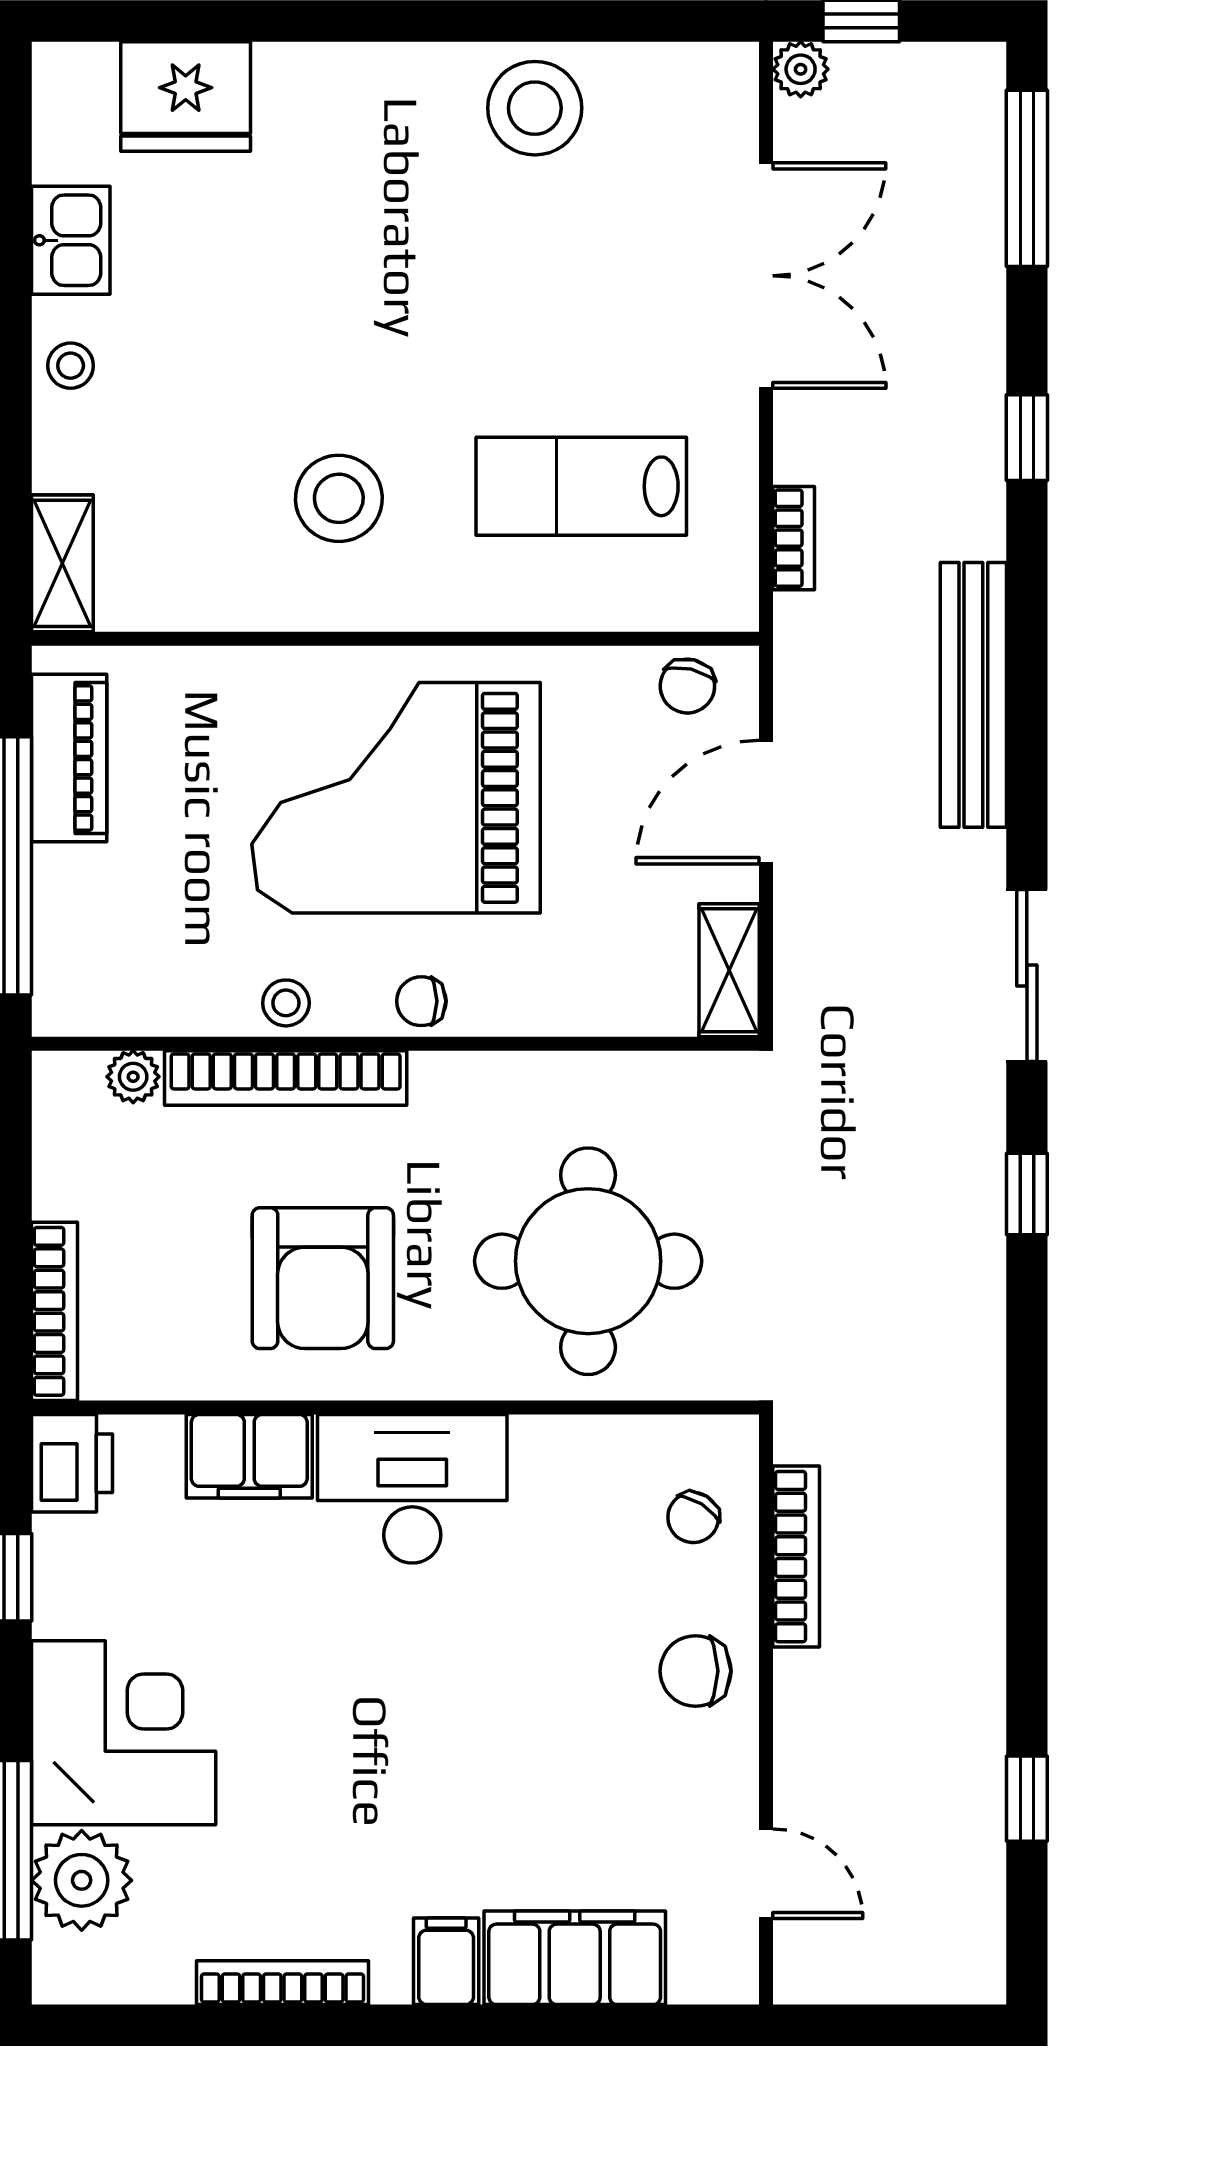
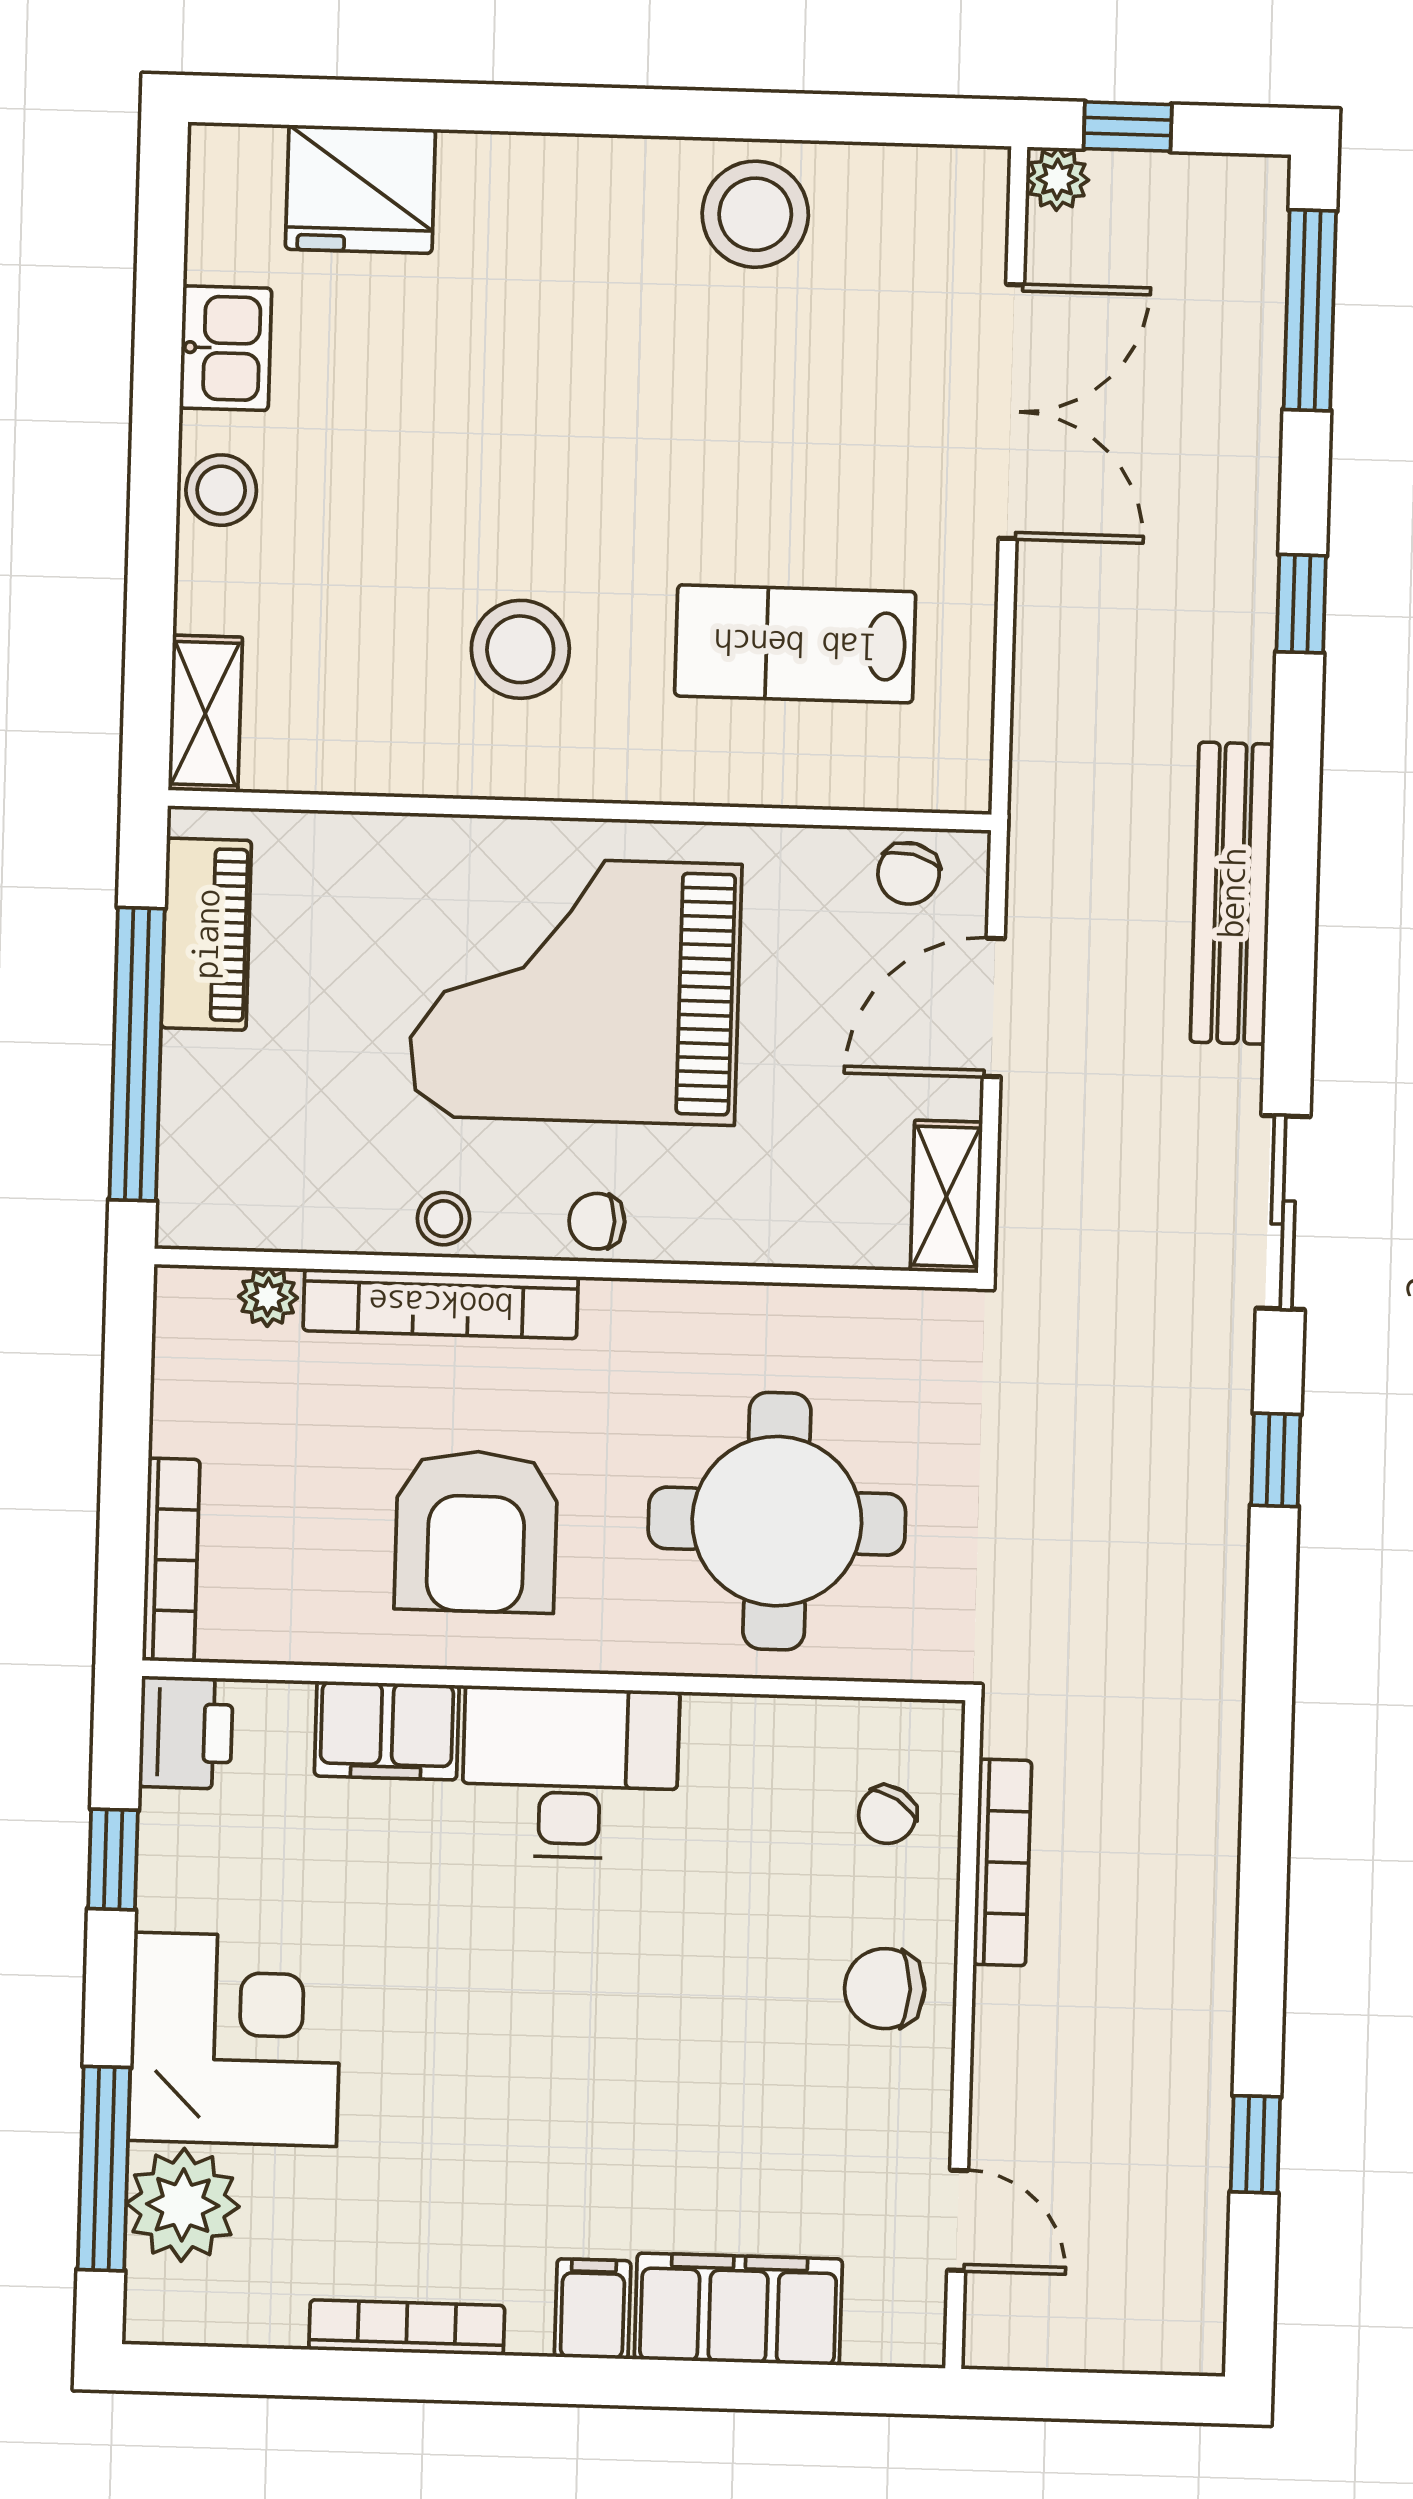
stool: (71, 366) -> (221, 490), width x1.37, depth x1.37
bookcase: (794, 538) -> (1034, 710), removed

